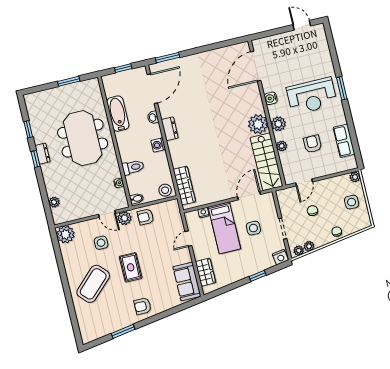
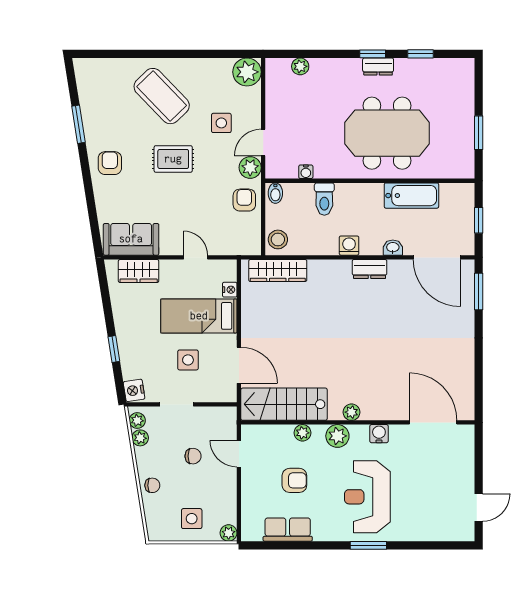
plant: (258, 124) -> (351, 412), width x0.53, depth x0.53

